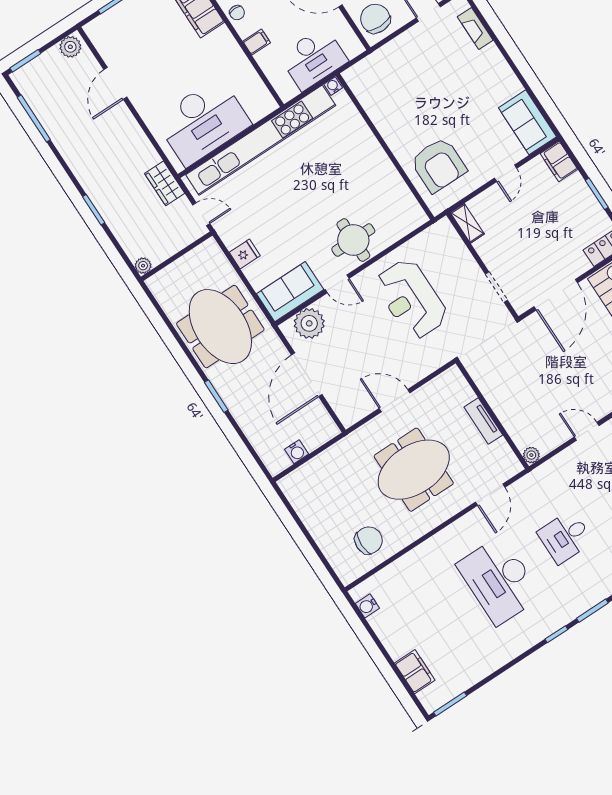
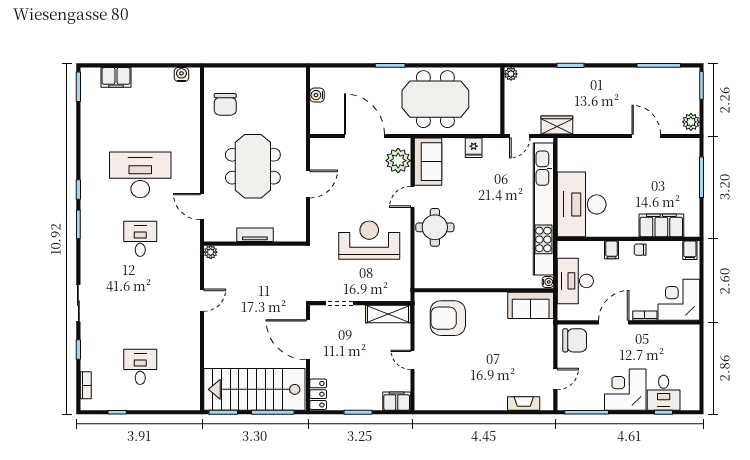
desk: (203, 122) -> (582, 204), moved
sofa: (527, 122) -> (531, 305), moved, turned 180
shelving: (467, 223) -> (388, 314), width x1.50, depth x1.33

